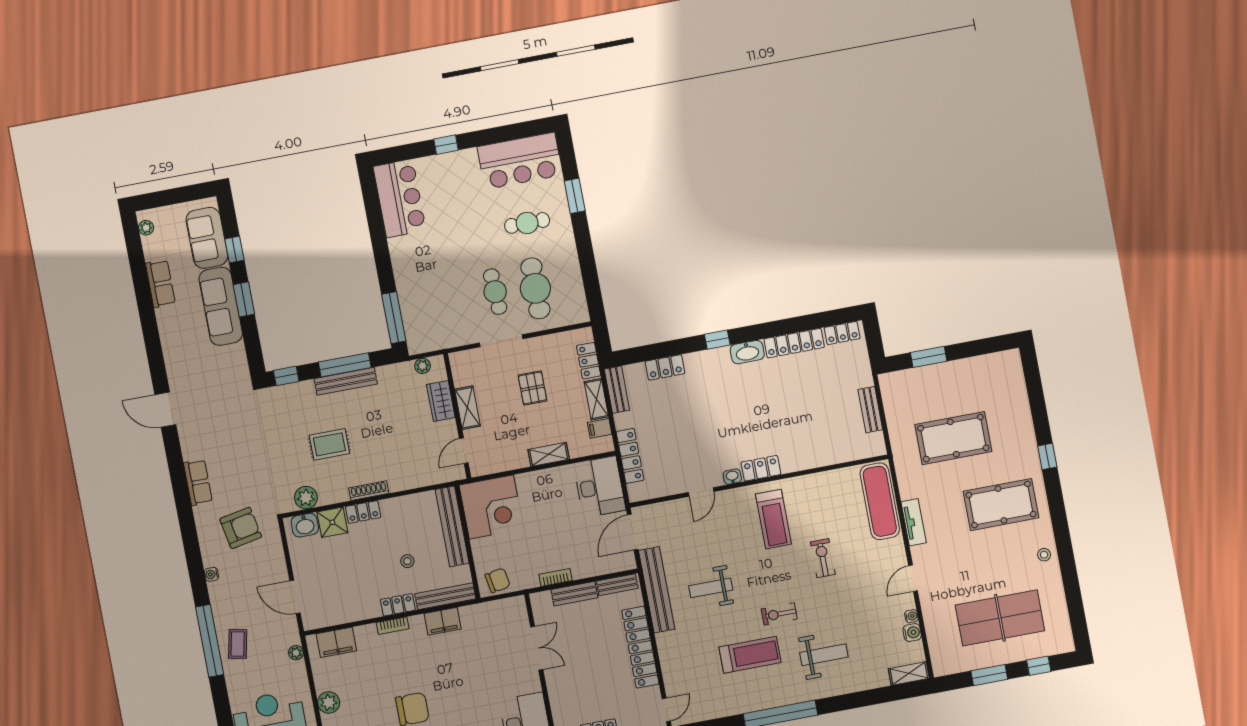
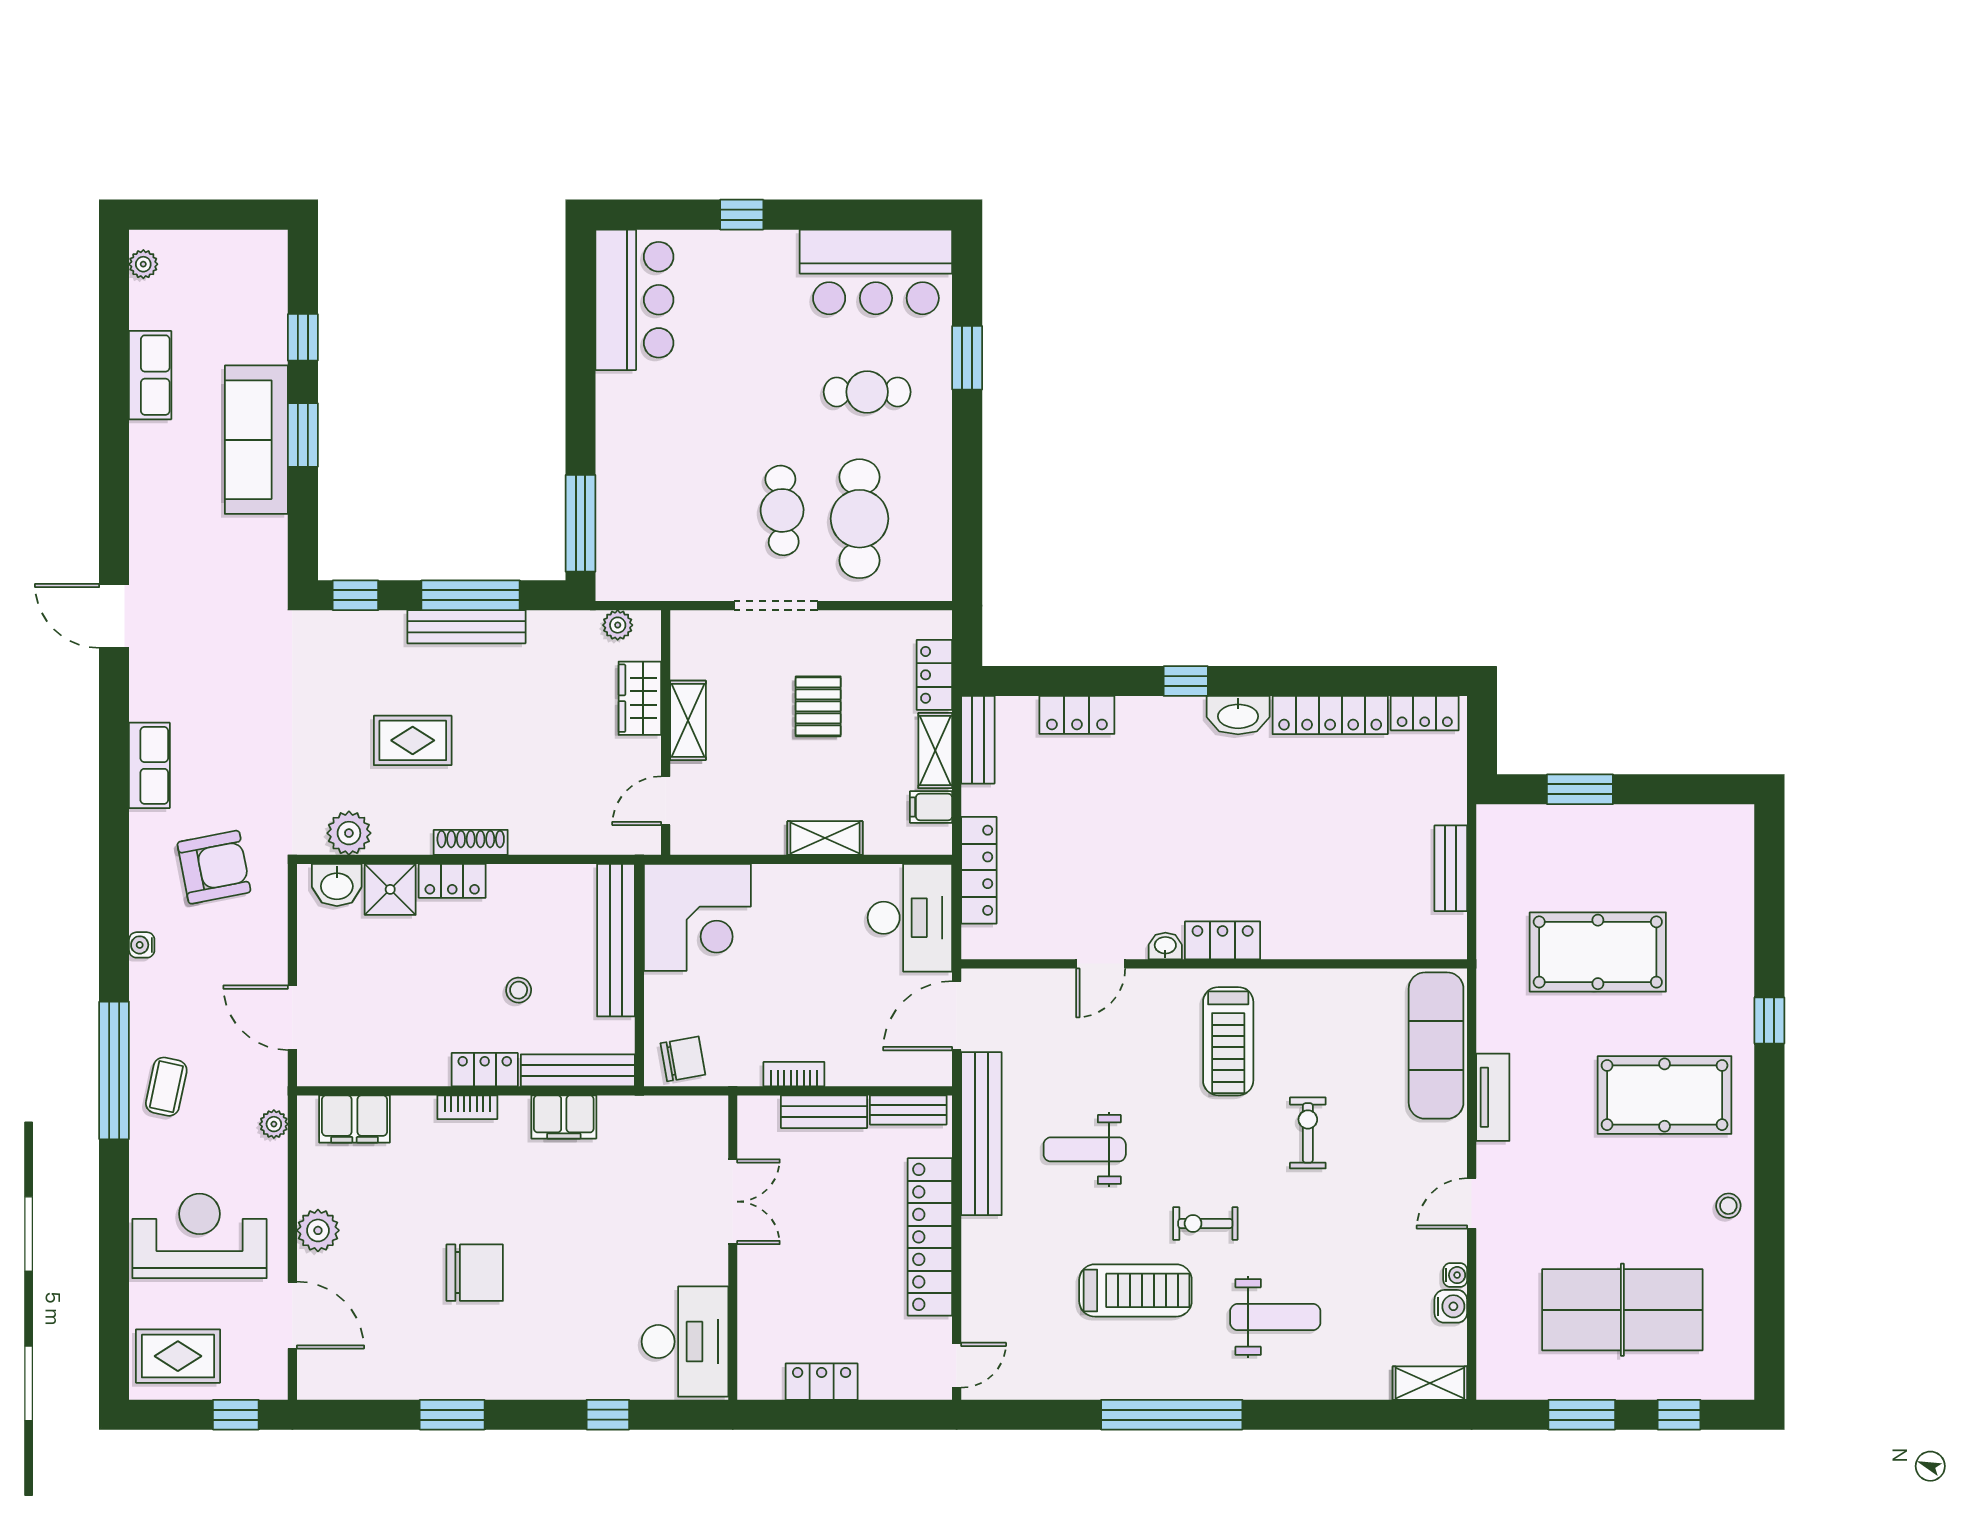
sofa: (207, 238) -> (255, 305), removed

